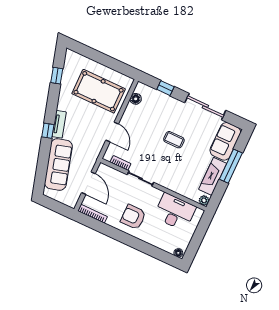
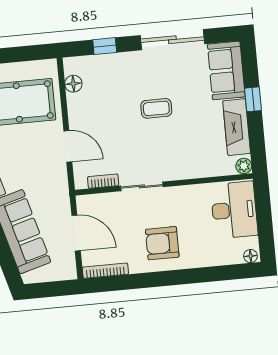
window: (231, 166) -> (253, 99), width x0.46
desk: (175, 212) -> (234, 210), moved, turned 90

